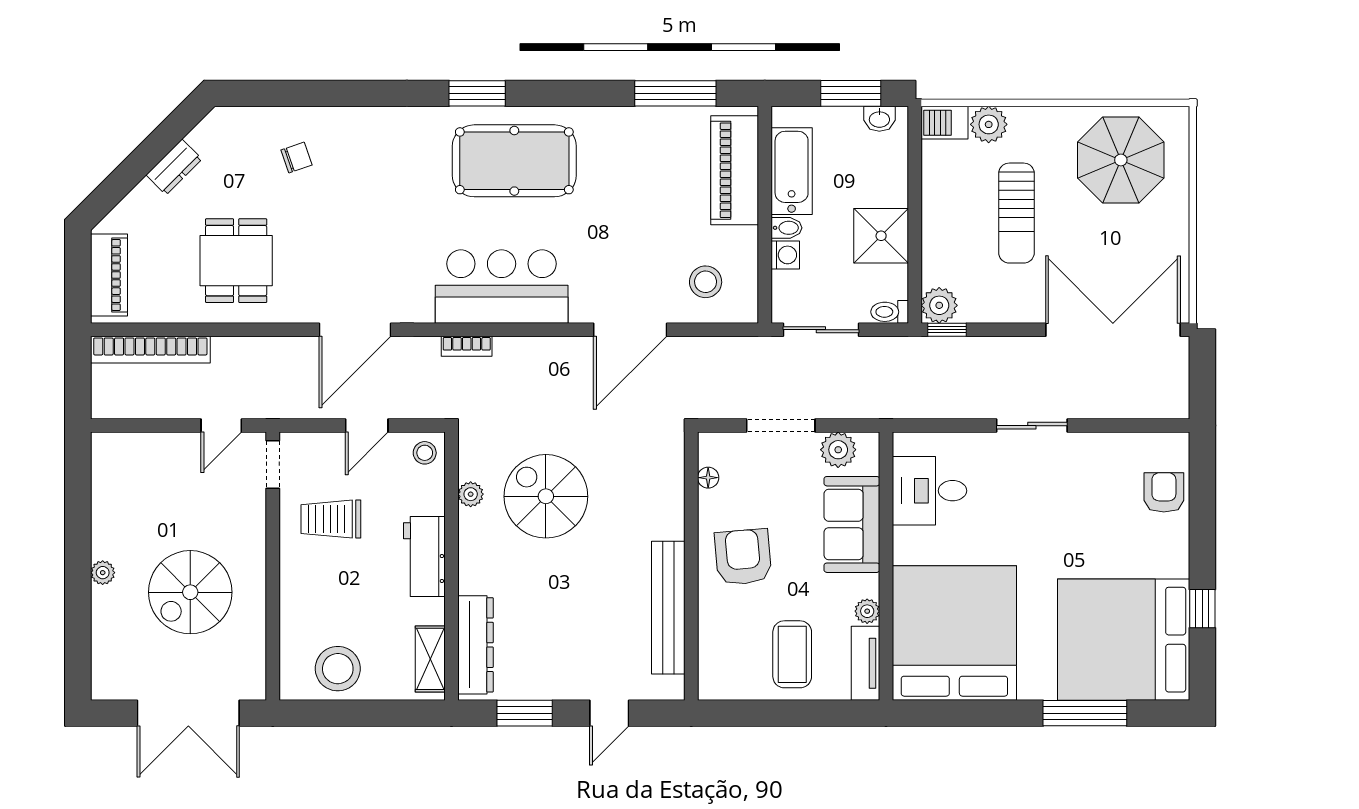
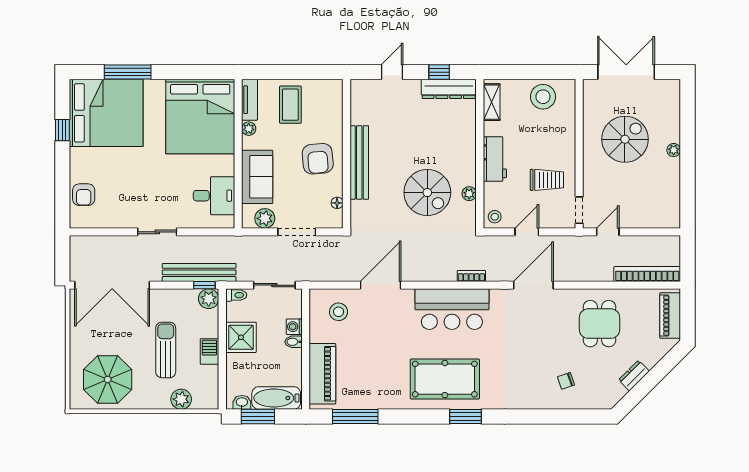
barbecue: (944, 123) -> (209, 351), moved, turned -90
bathtub: (792, 171) -> (276, 398), moved, turned 90
bench: (956, 353) -> (199, 272), added
bench: (668, 608) -> (359, 163), moved
dresser: (476, 645) -> (449, 89), moved, turned -90
window: (525, 713) -> (439, 72), width x0.67

